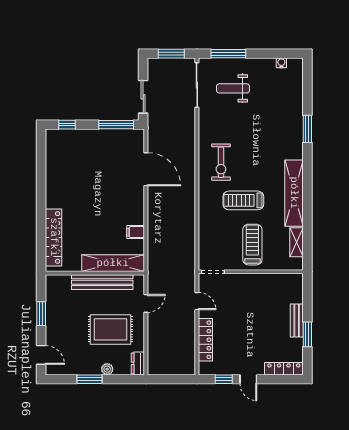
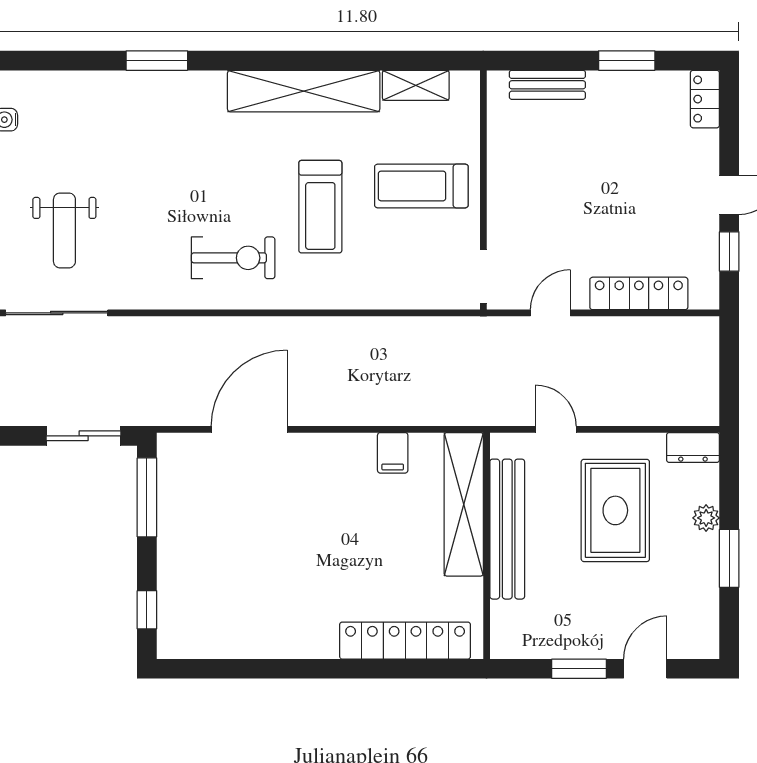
bench: (297, 320) -> (547, 85), moved
door: (41, 355) -> (645, 669), moved
locker: (284, 369) -> (705, 99), width x0.66

